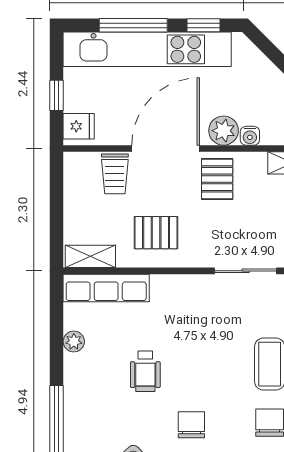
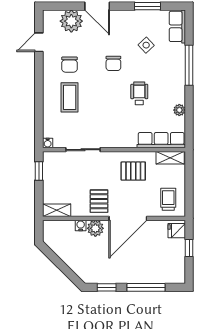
kitchen unit: (147, 49) -> (138, 274), removed
trolley: (115, 174) -> (168, 199), moved

